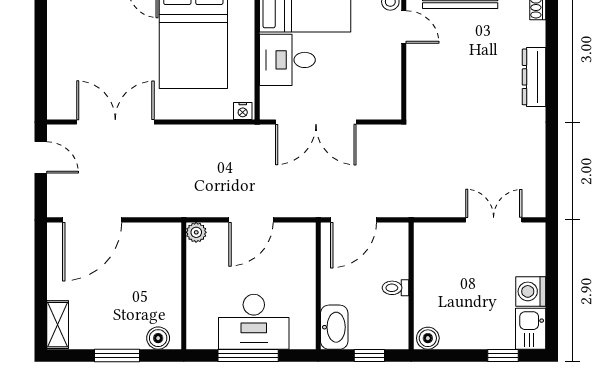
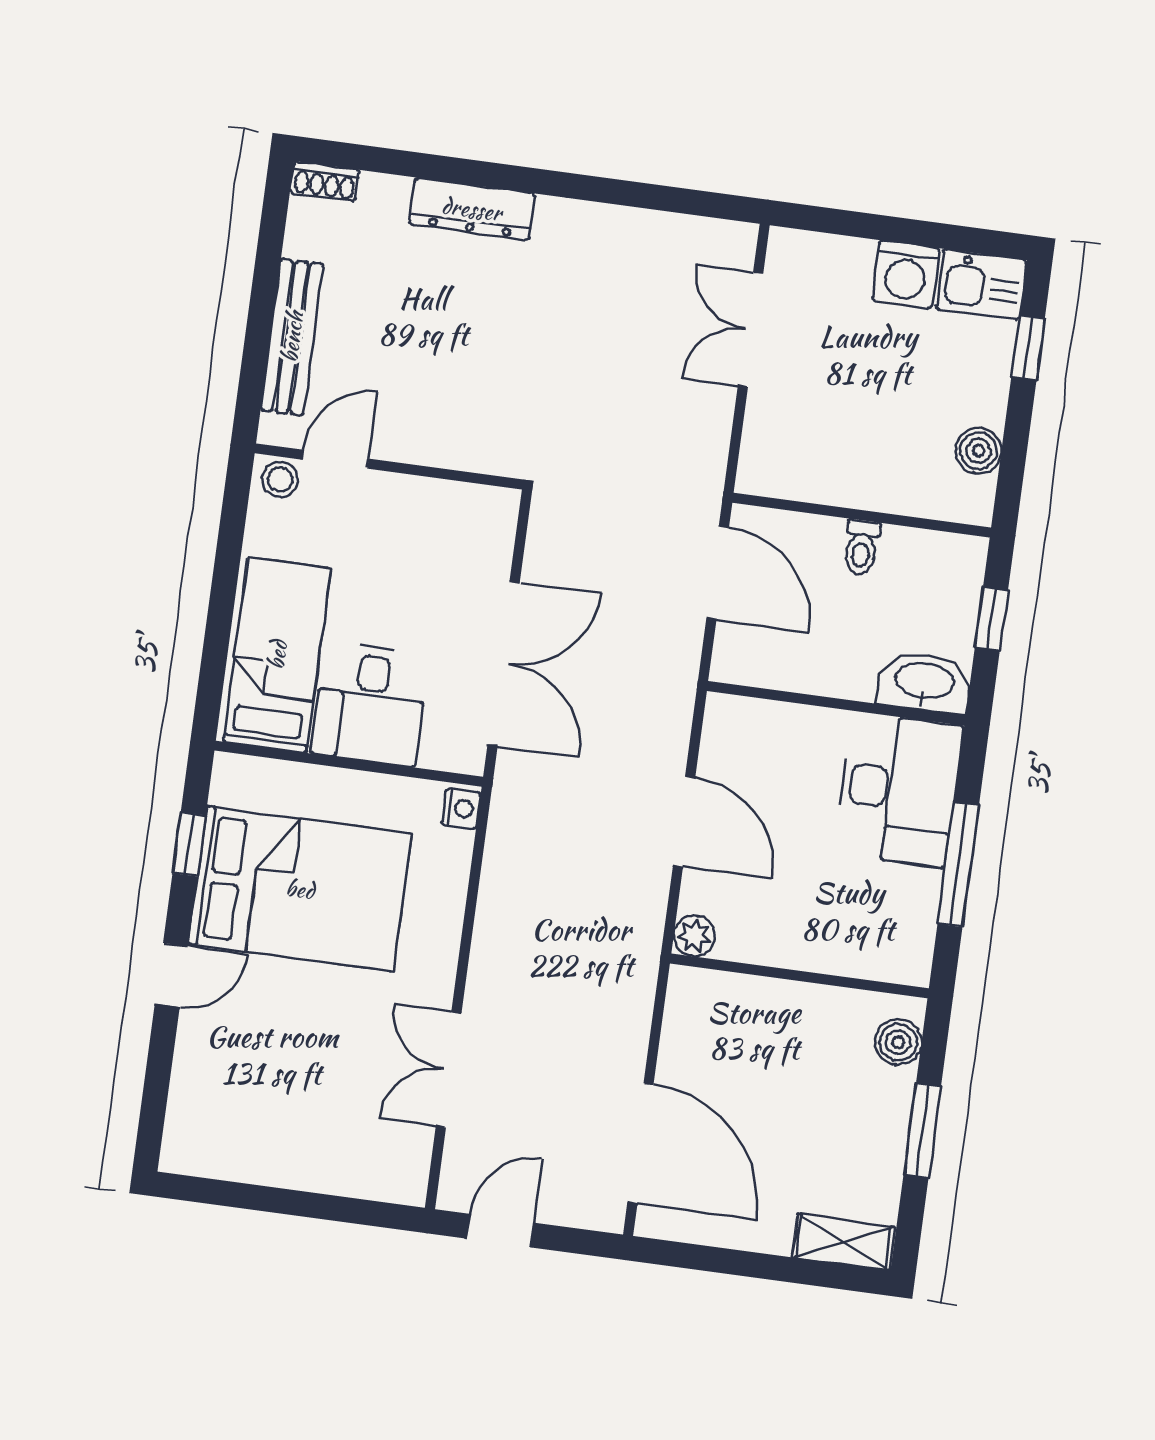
double door: (115, 122) -> (449, 1070), width x0.73
door: (353, 220) -> (718, 573), moved
desk: (254, 322) -> (899, 789), moved
boiler: (428, 338) -> (978, 451), moved

